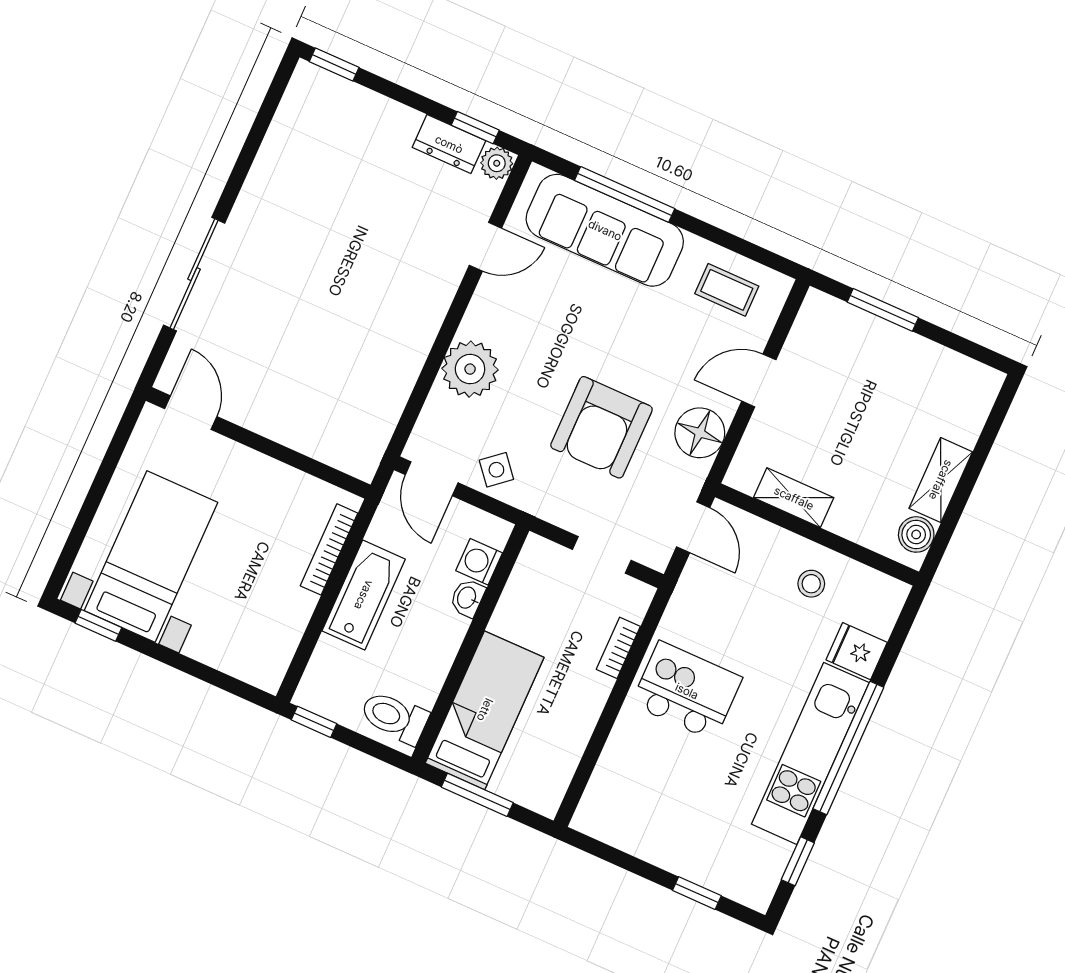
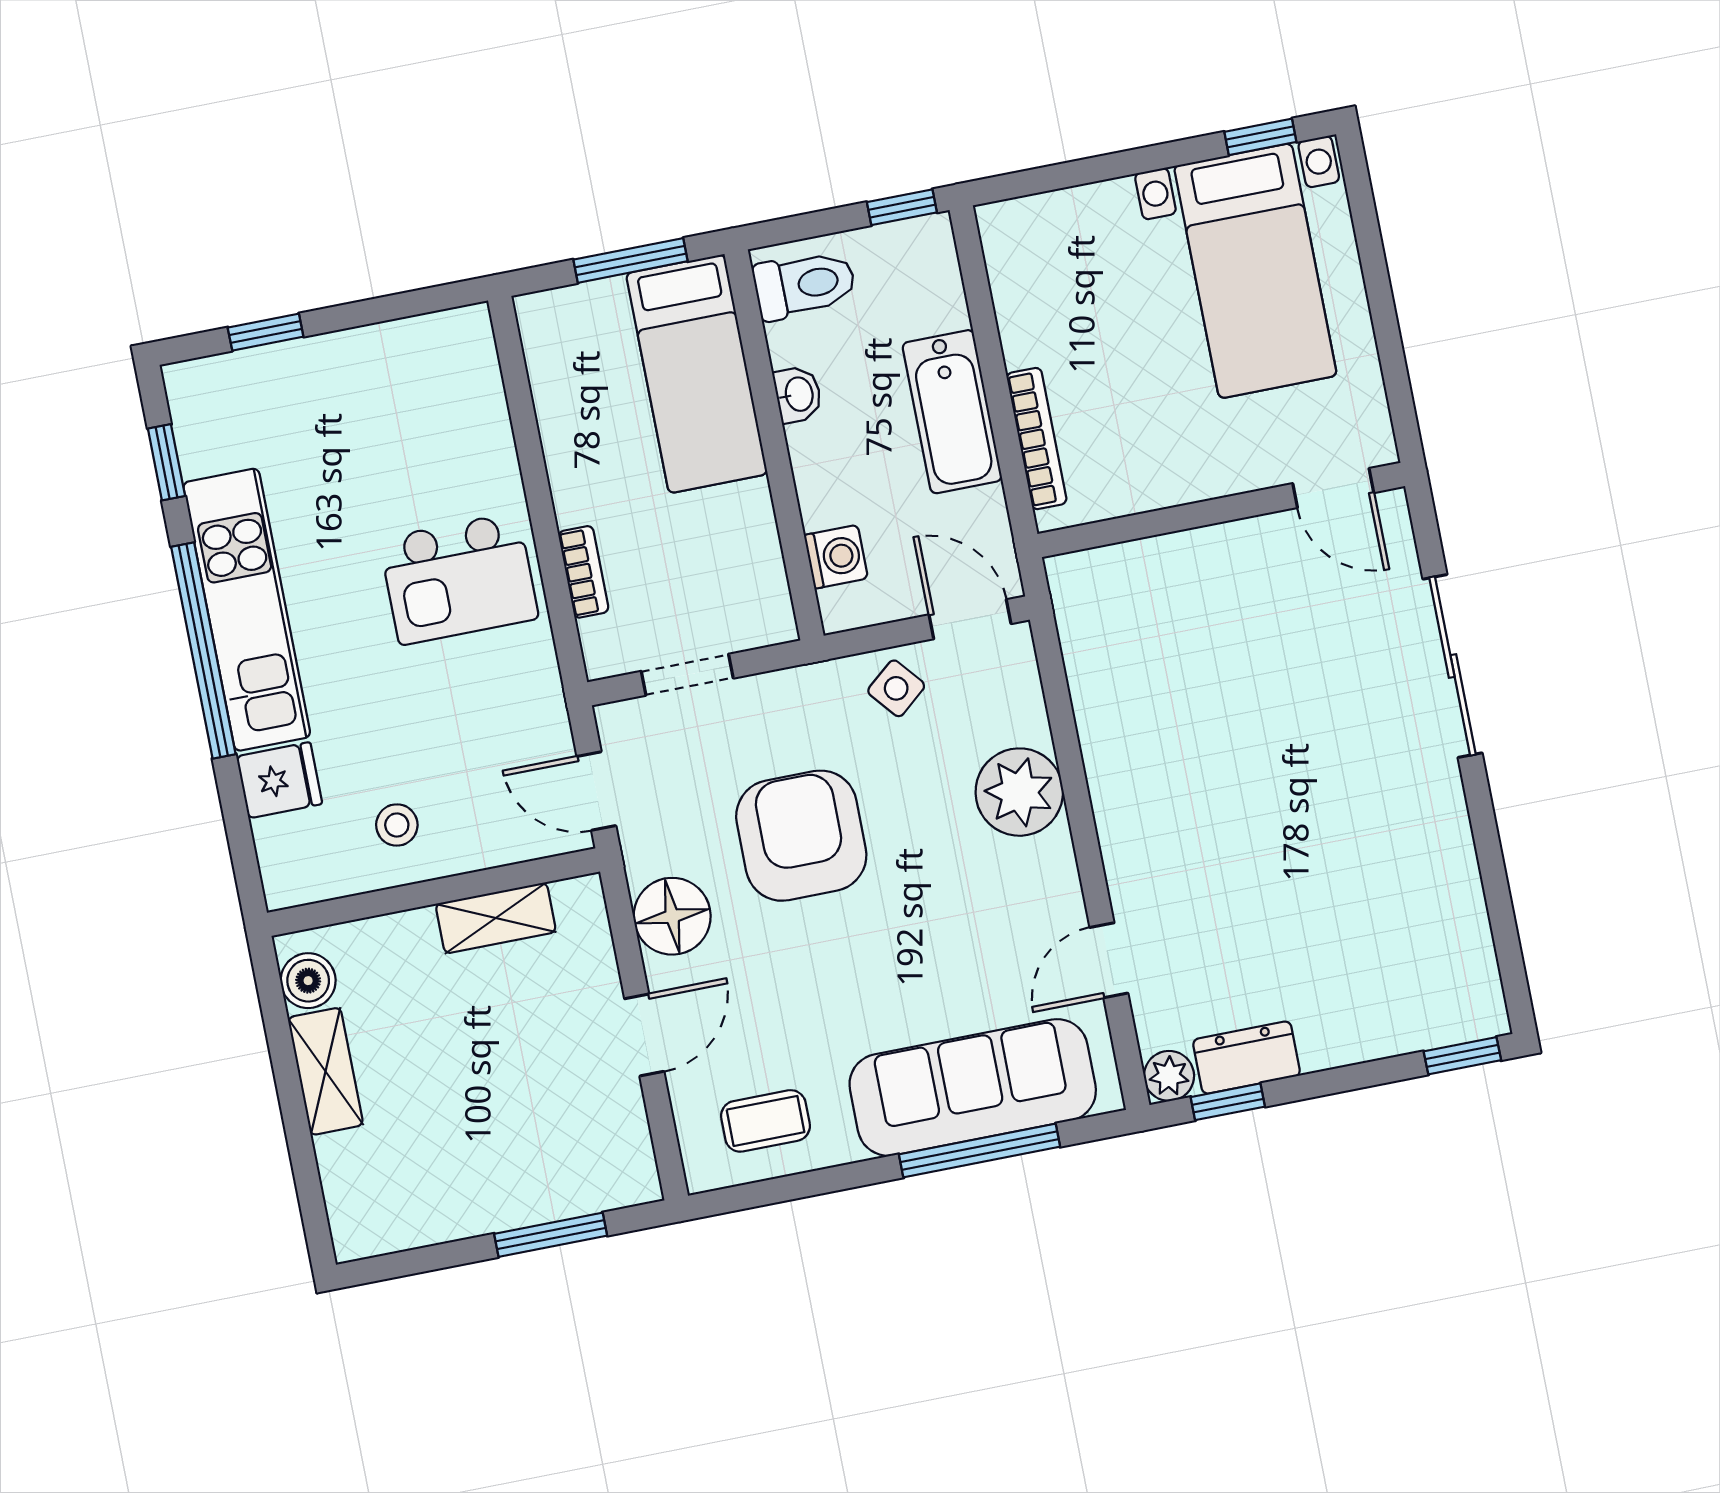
washbasin: (467, 598) -> (798, 394), moved

